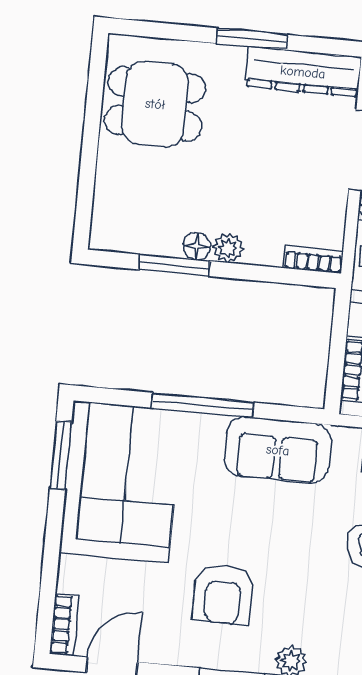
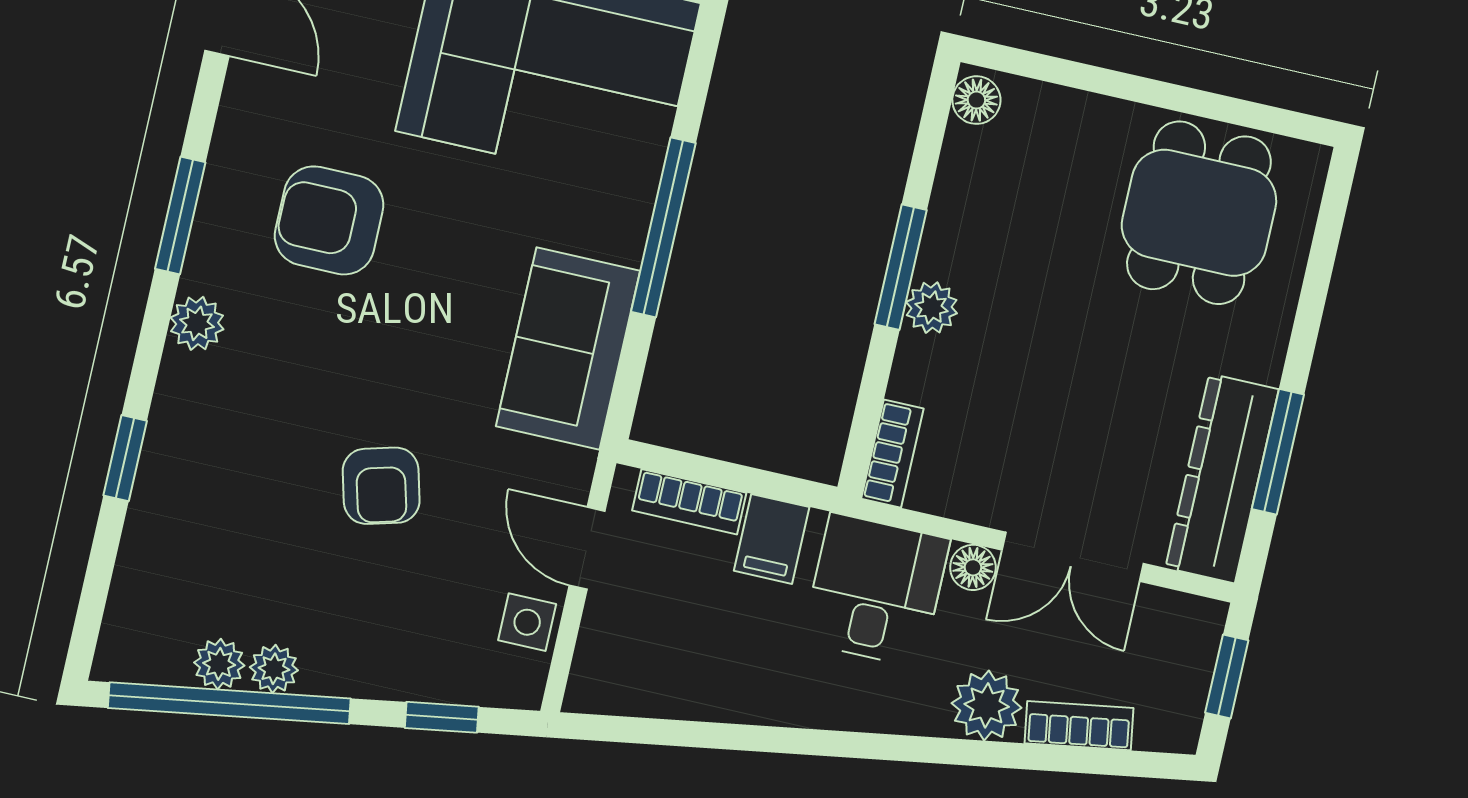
window: (252, 39) -> (1278, 452), moved
floor lamp: (197, 246) -> (976, 100), moved
window: (174, 265) -> (901, 267), moved

